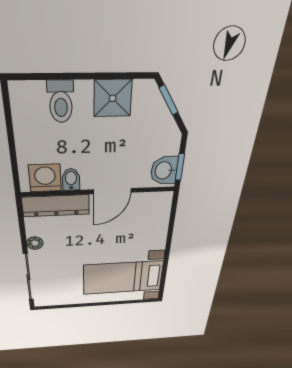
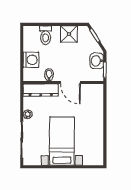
washbasin: (164, 170) -> (97, 61), moved
washing machine: (45, 178) -> (31, 60), moved, turned 90
door: (112, 191) -> (70, 82), hinge flipped
bed with nightstands: (123, 278) -> (62, 141), moved, turned 90

